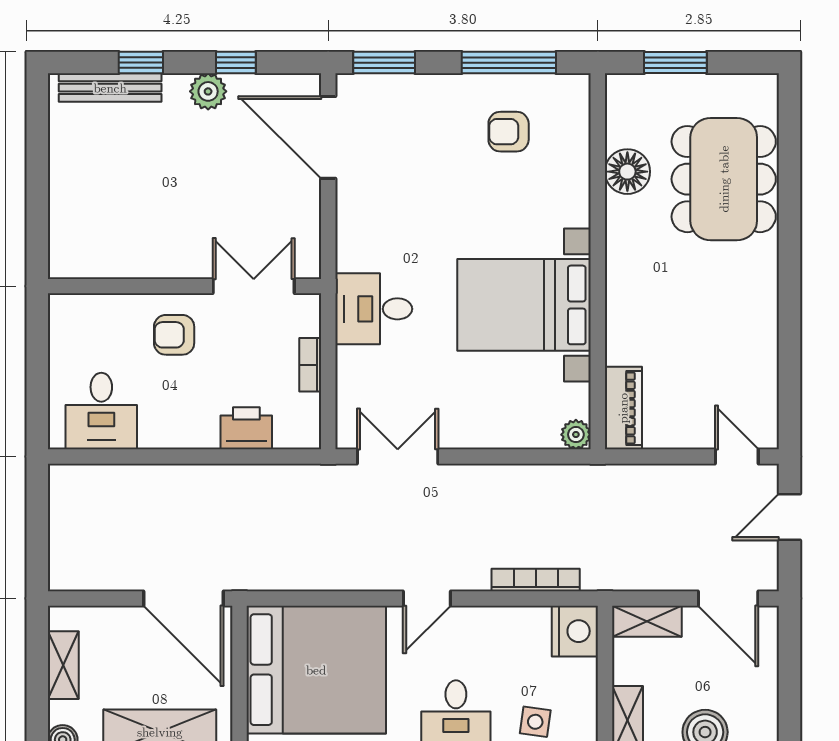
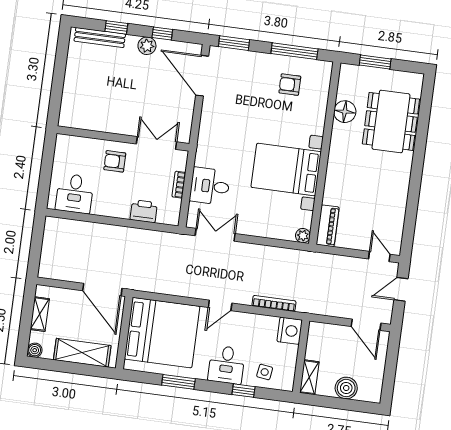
desk: (374, 309) -> (210, 186), moved
shelving: (647, 621) -> (325, 331), removed

